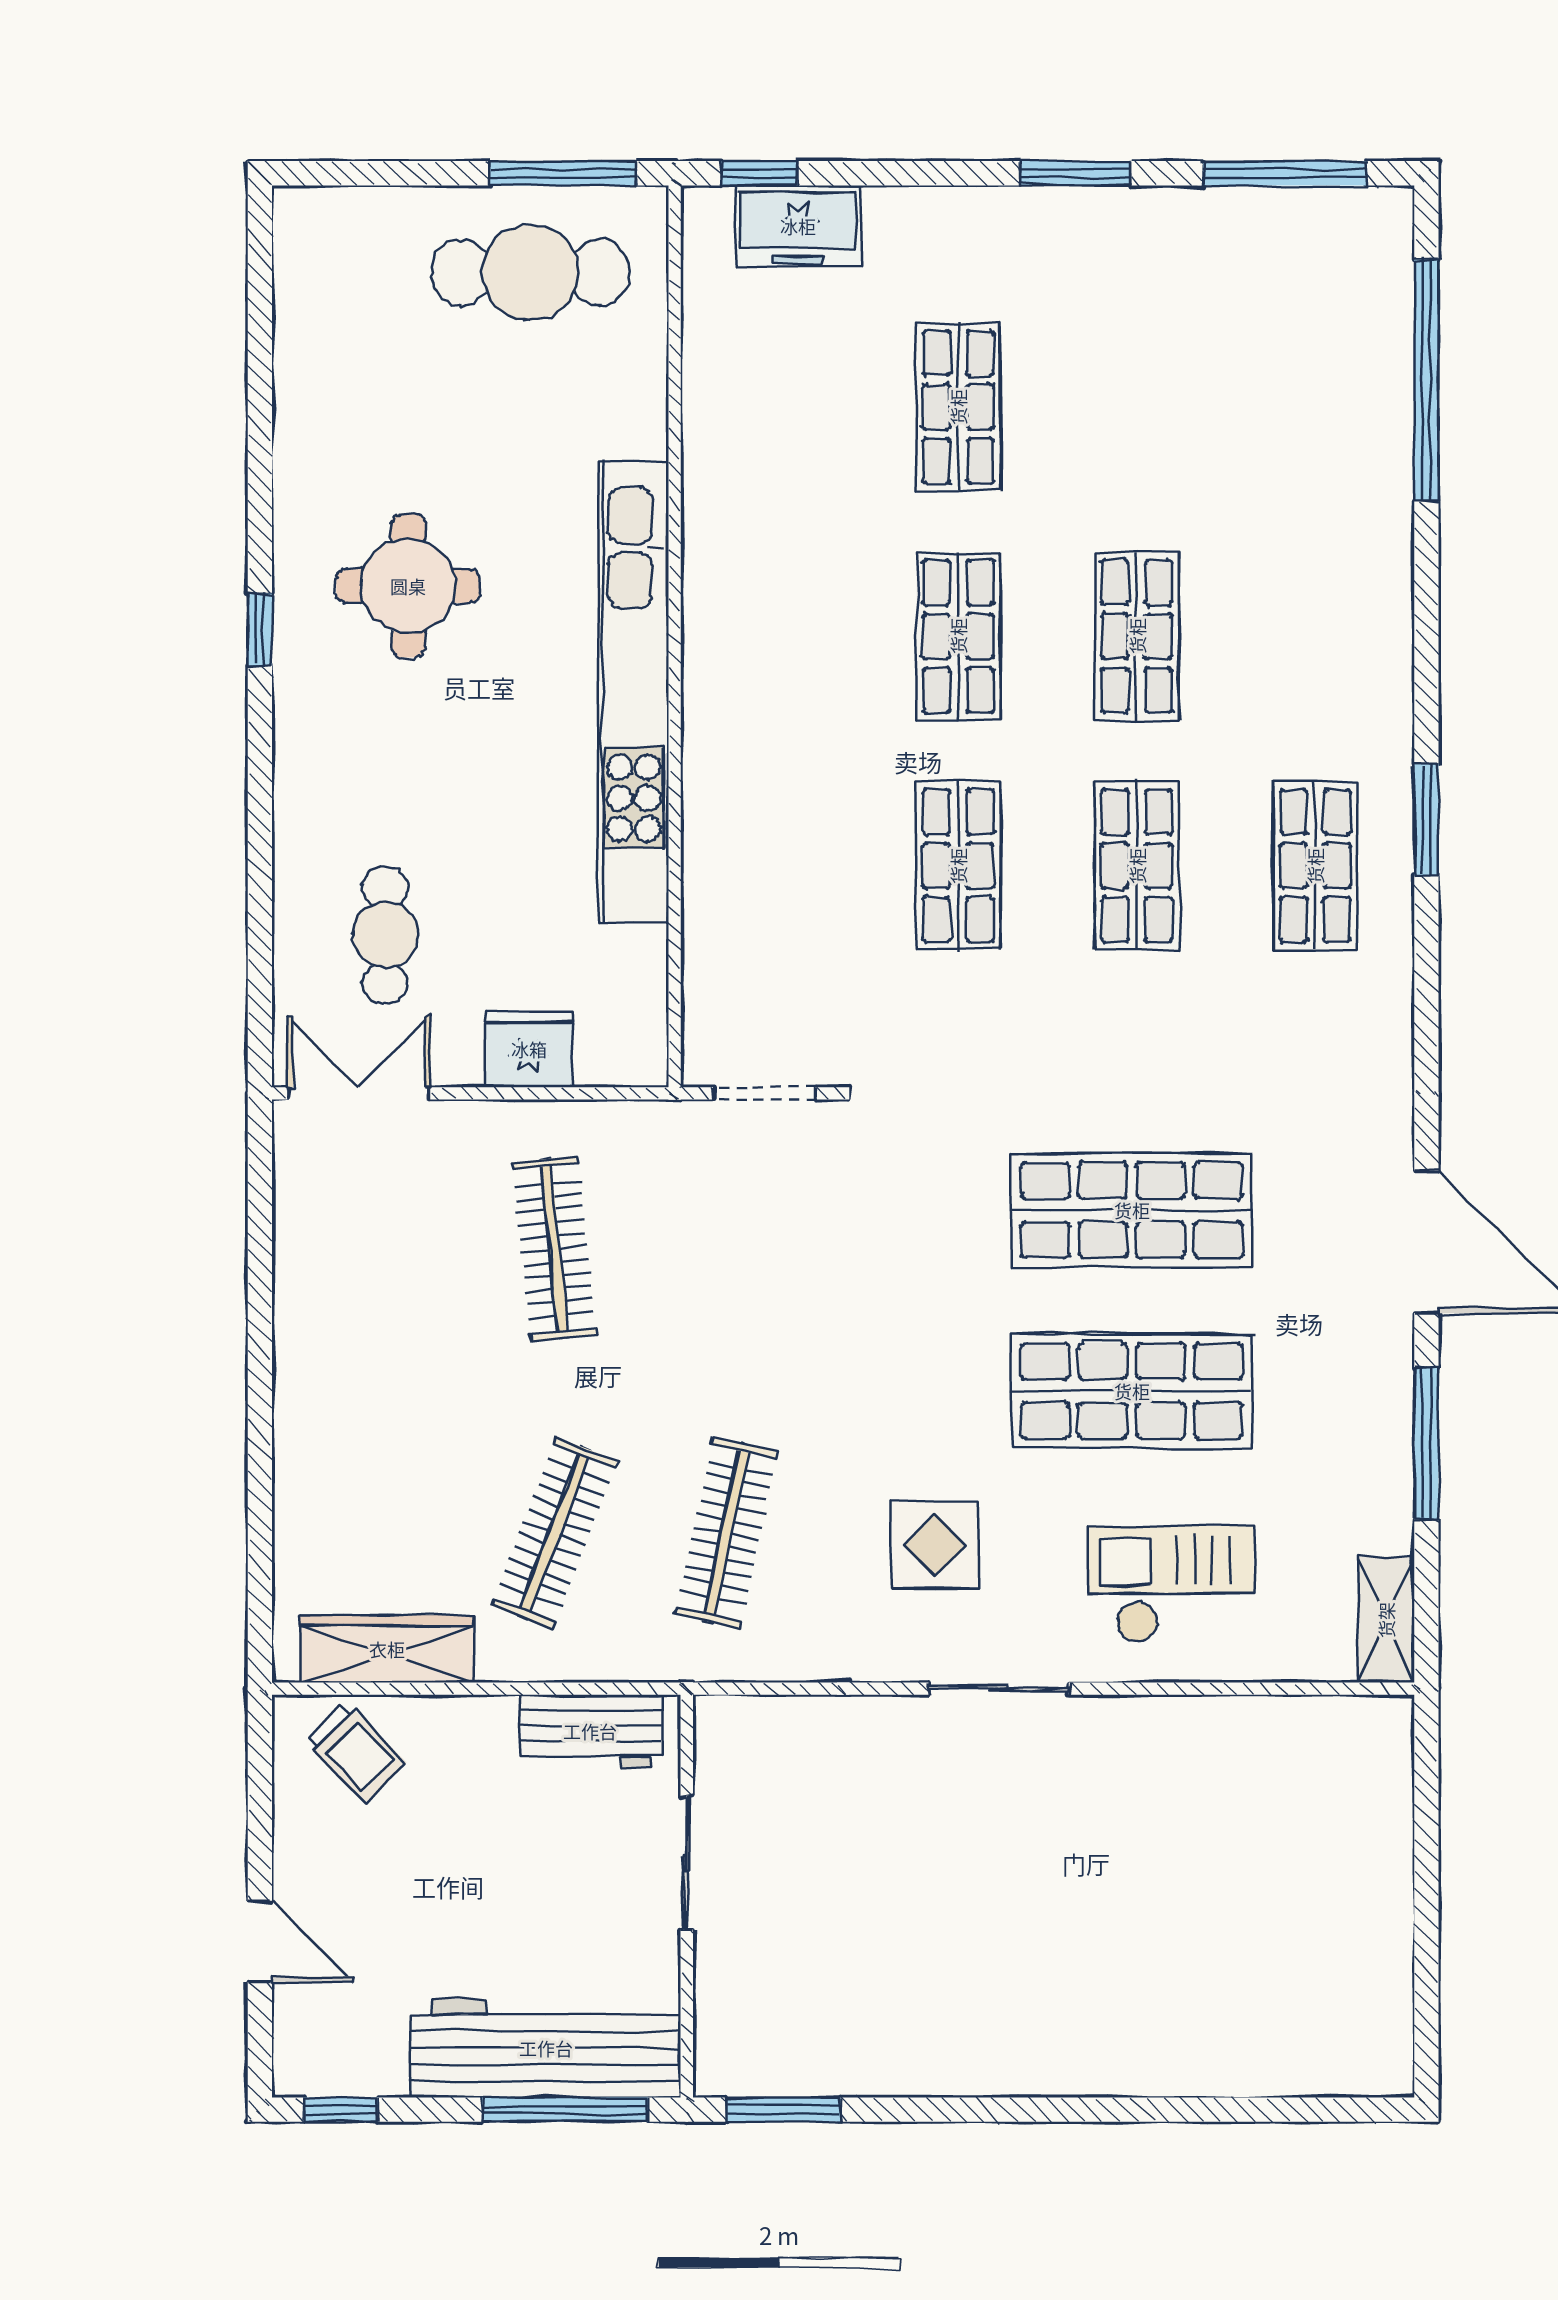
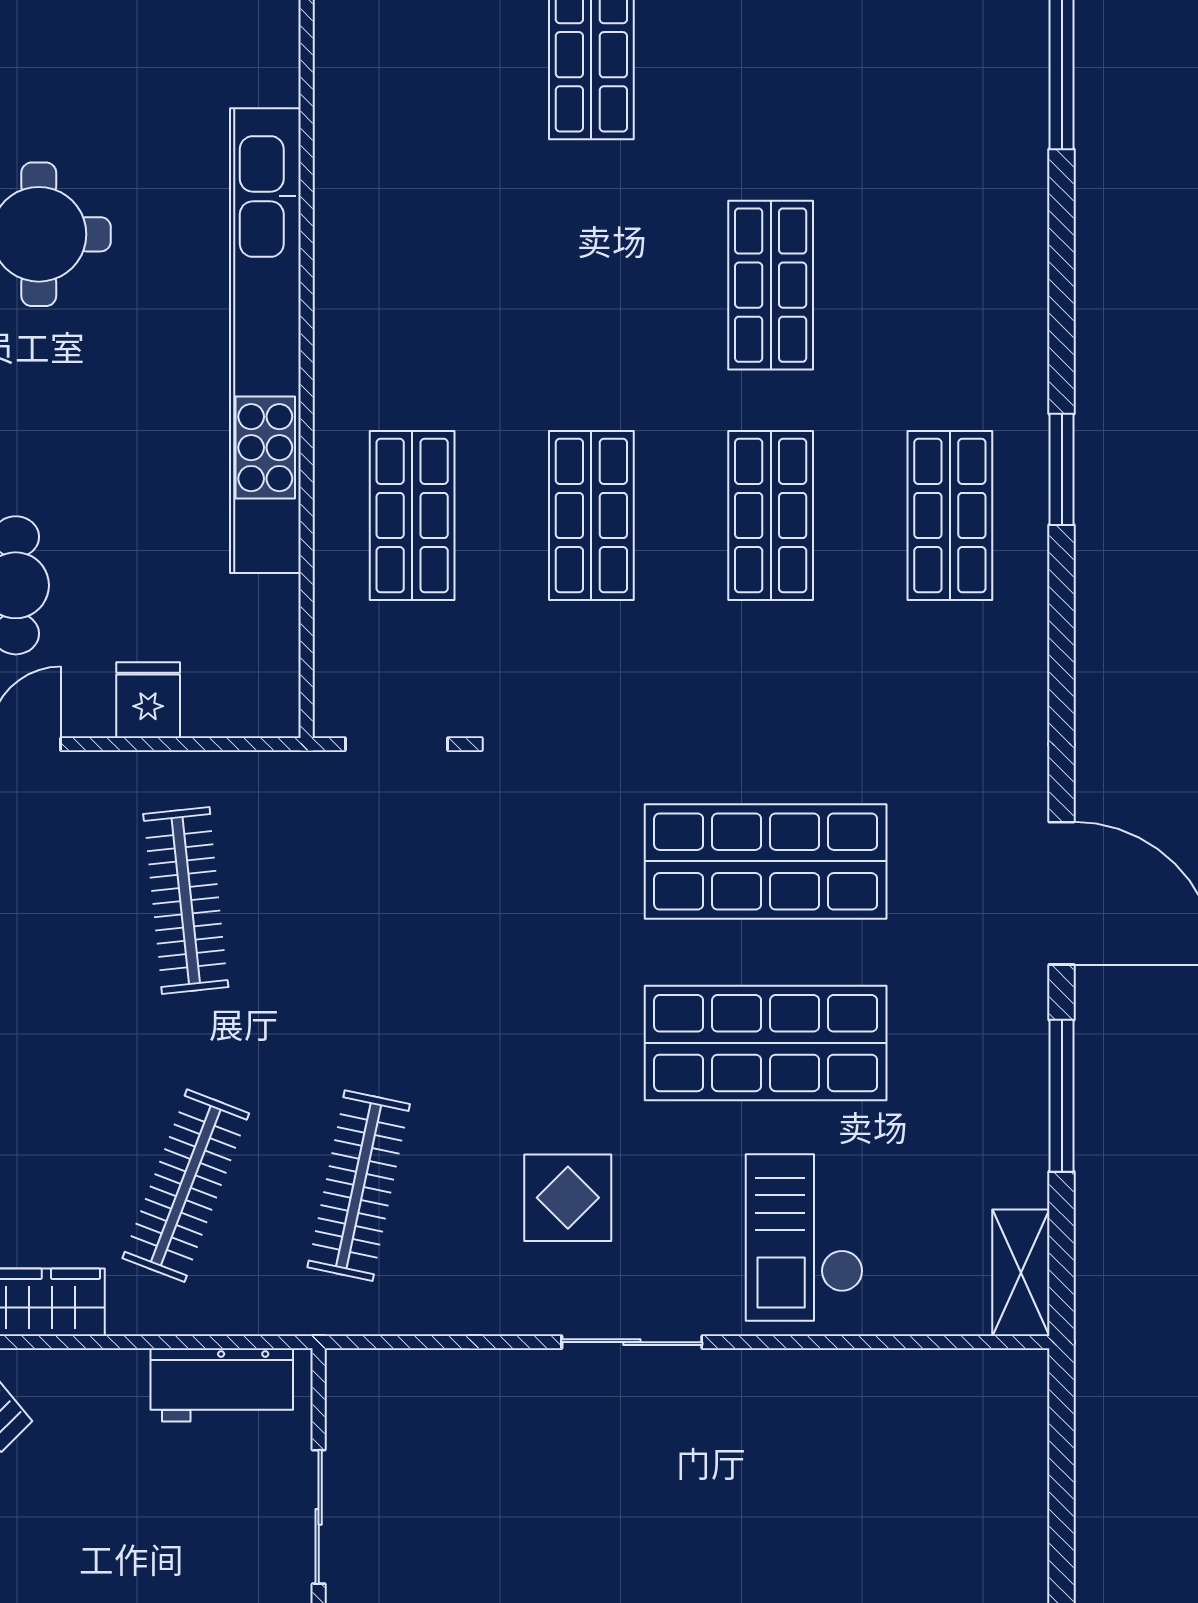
shop shelf: (958, 636) -> (412, 516), moved
fridge: (529, 1049) -> (148, 700), width x0.72
checkout: (1171, 1584) -> (805, 1237), turned -90

